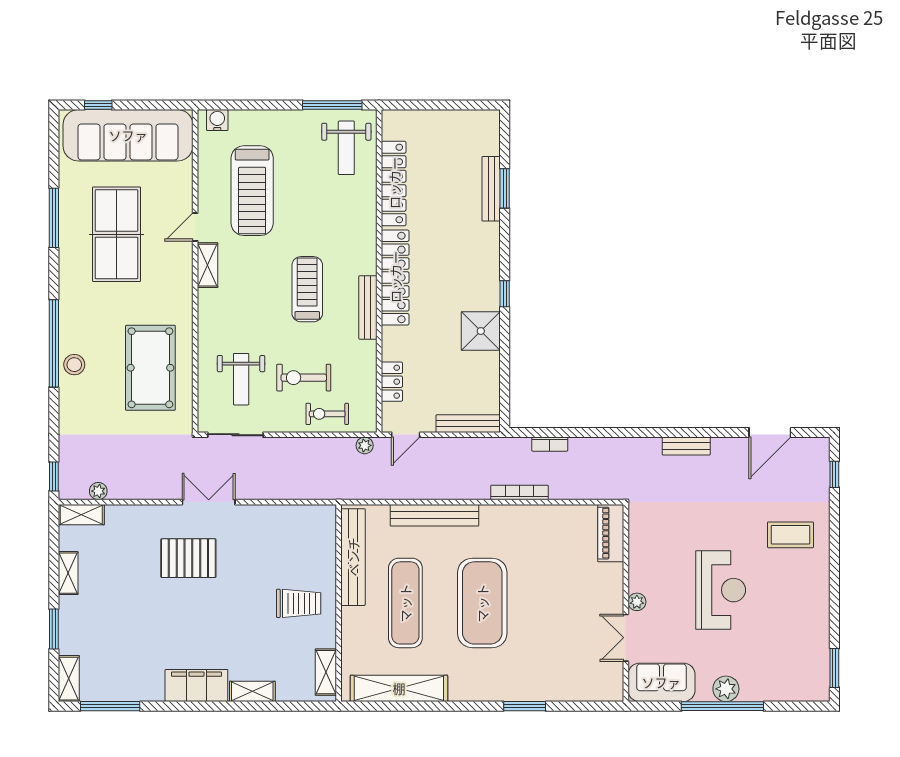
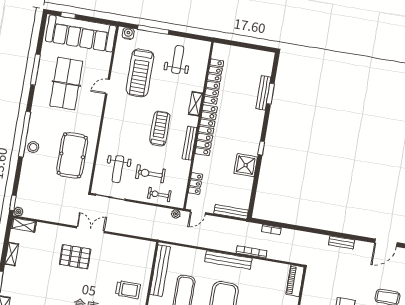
window: (332, 105) -> (153, 30), moved
weight bench: (346, 148) -> (178, 60), moved, turned 180
shelving: (207, 265) -> (196, 104), moved
plant: (98, 491) -> (18, 212), moved
bench: (434, 515) -> (228, 260), moved

